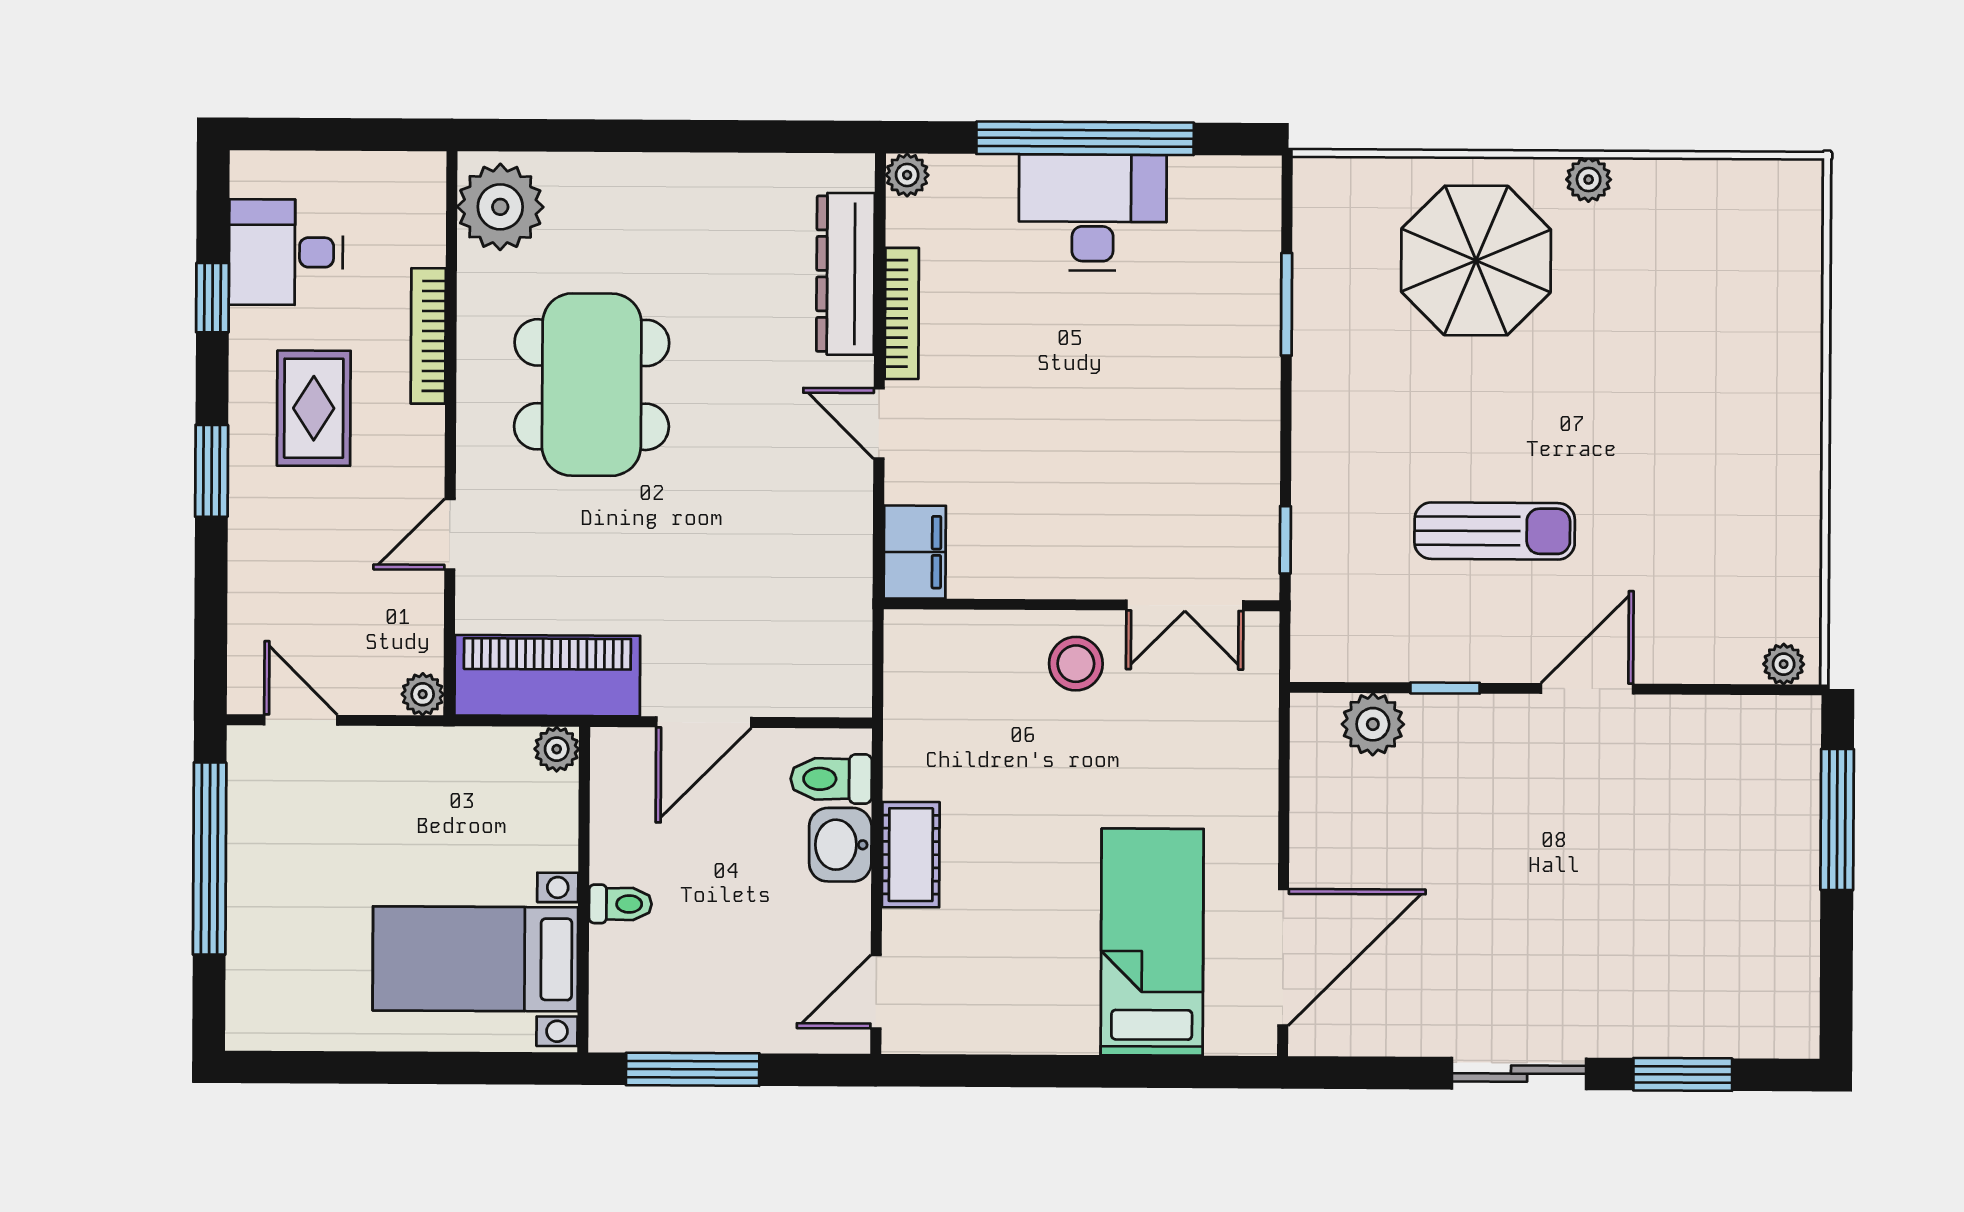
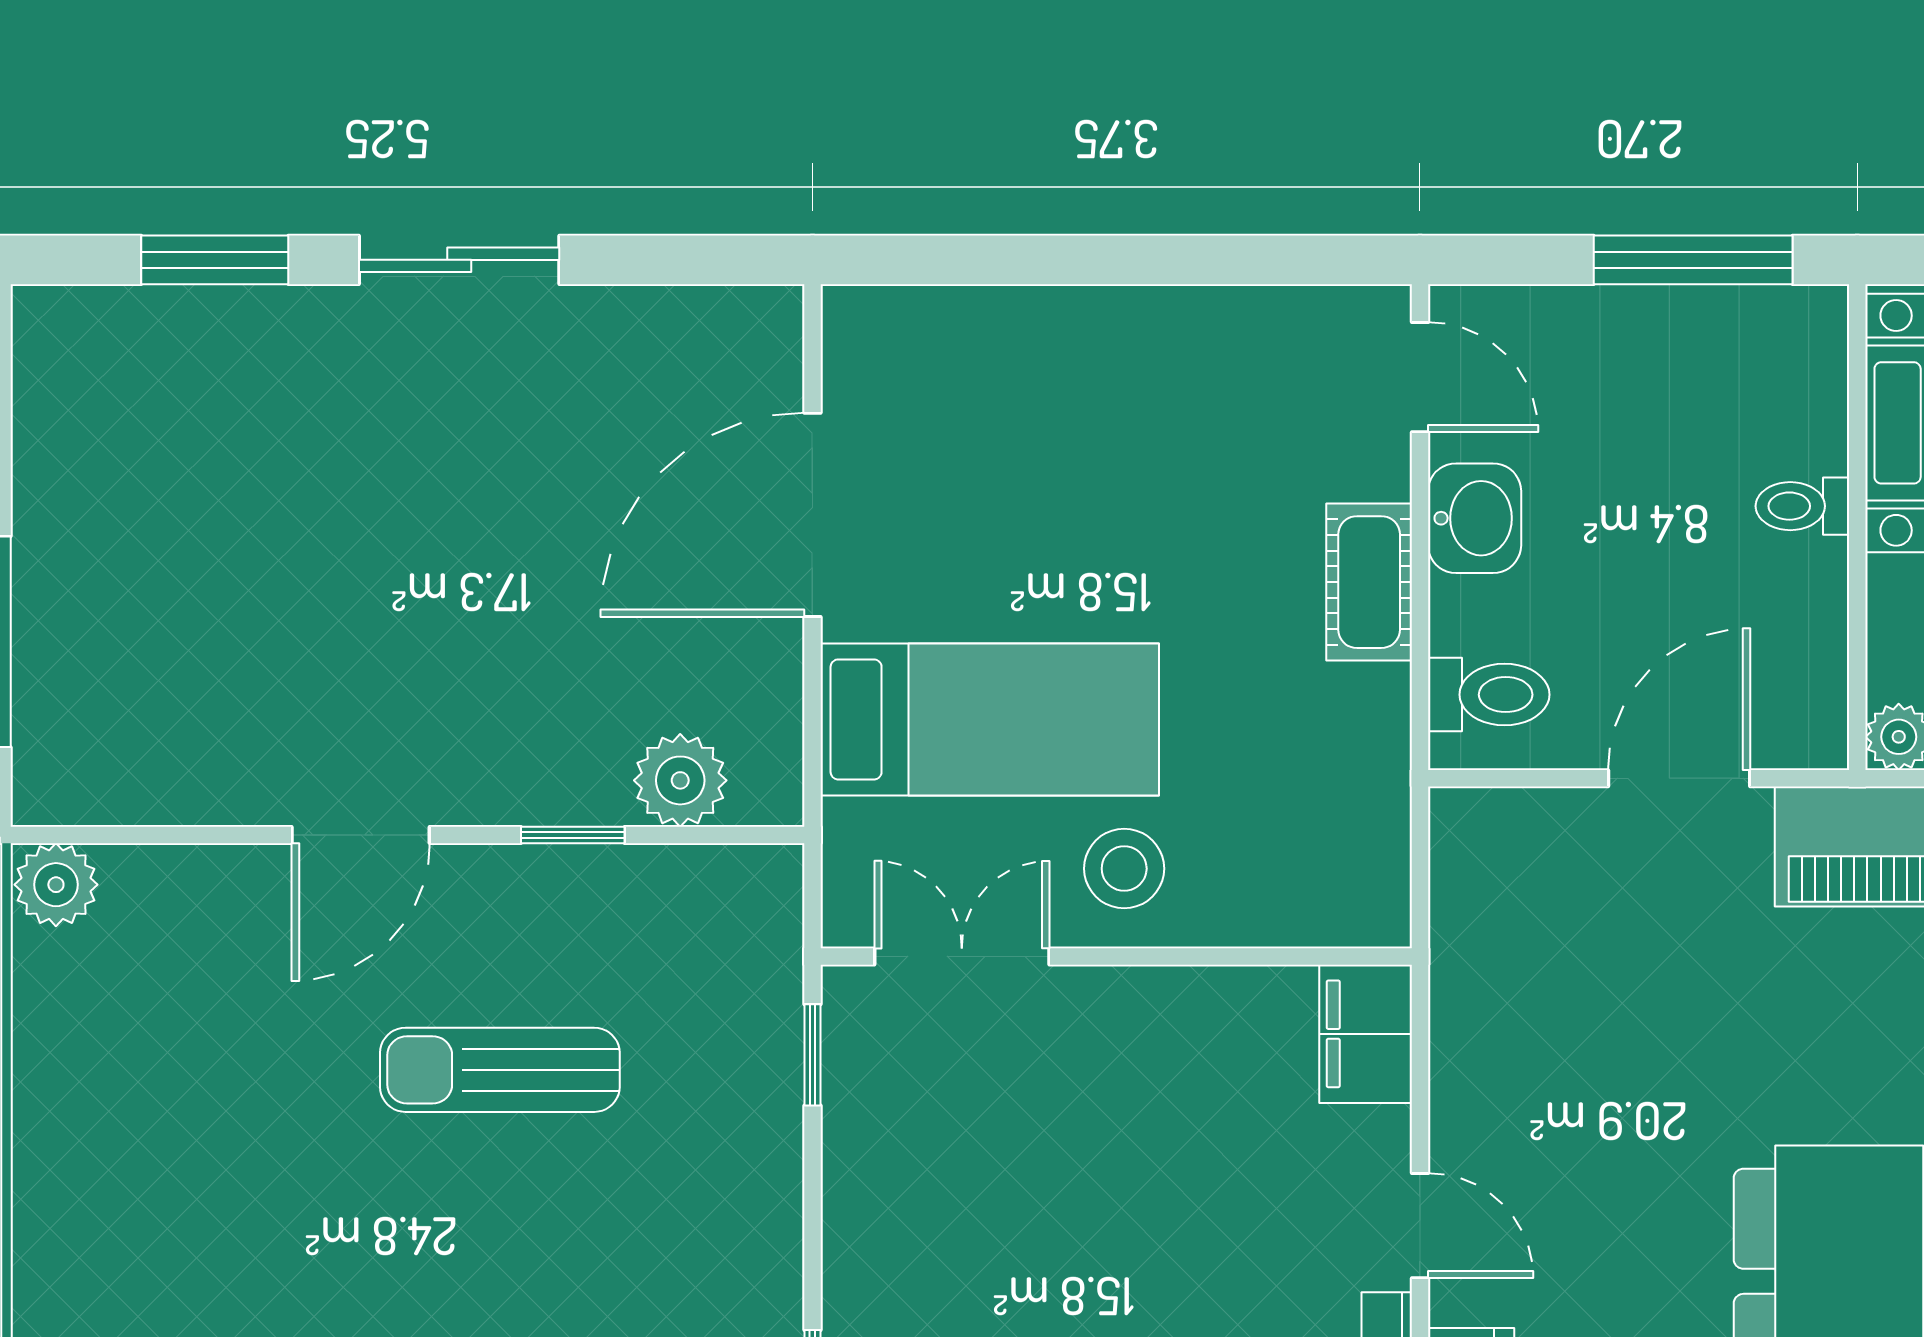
plant: (1784, 664) -> (56, 885), width x1.38, depth x1.38
washbasin: (840, 845) -> (1475, 518), moved
bed: (1152, 942) -> (990, 719), moved, turned -90
door: (1283, 957) -> (812, 515), moved
door: (876, 992) -> (1420, 377), hinge flipped

